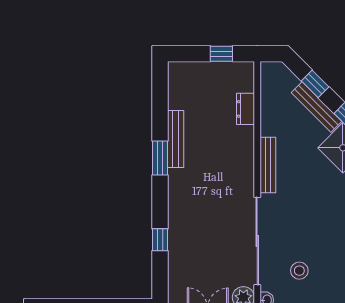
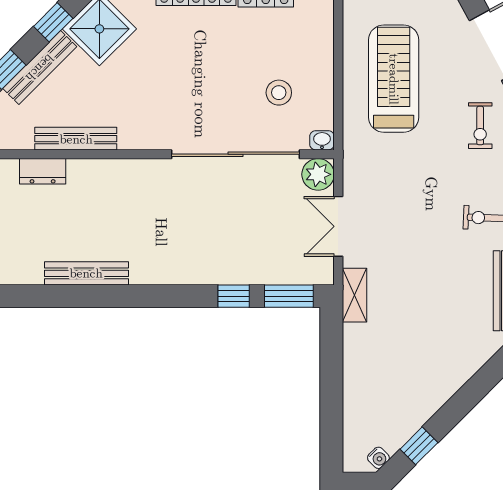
window: (160, 158) -> (289, 296), moved
bench: (268, 165) -> (76, 139), moved

